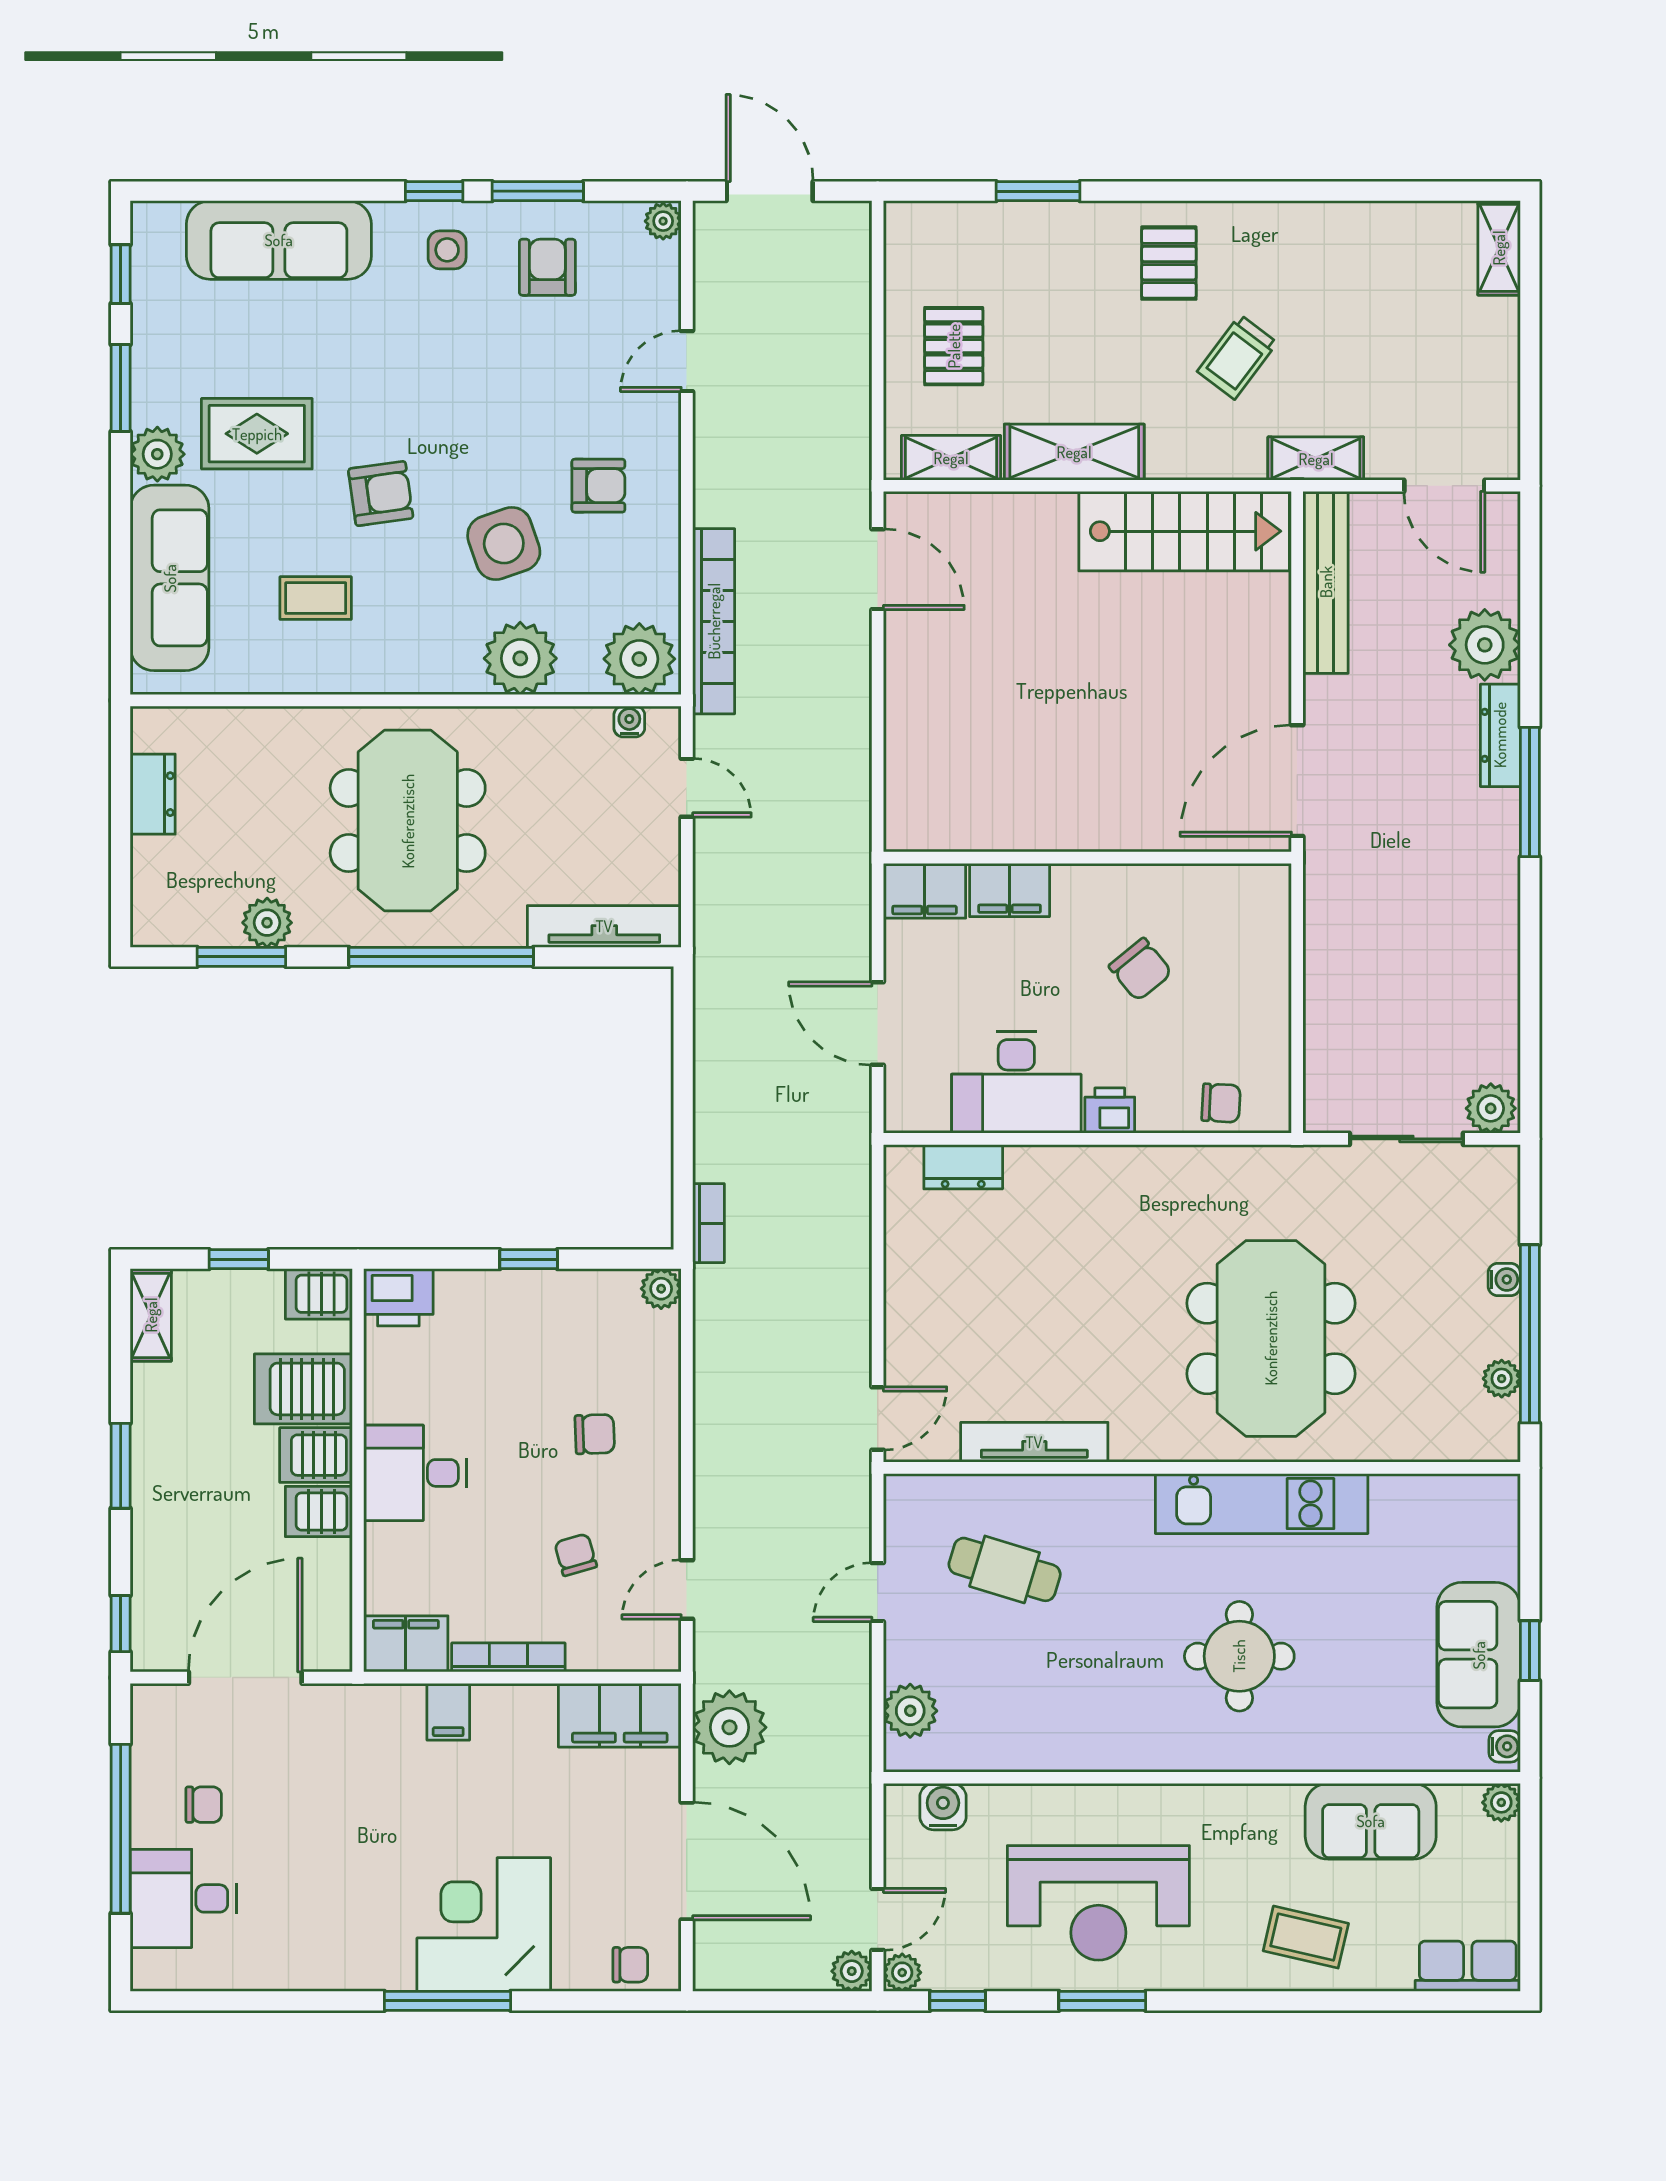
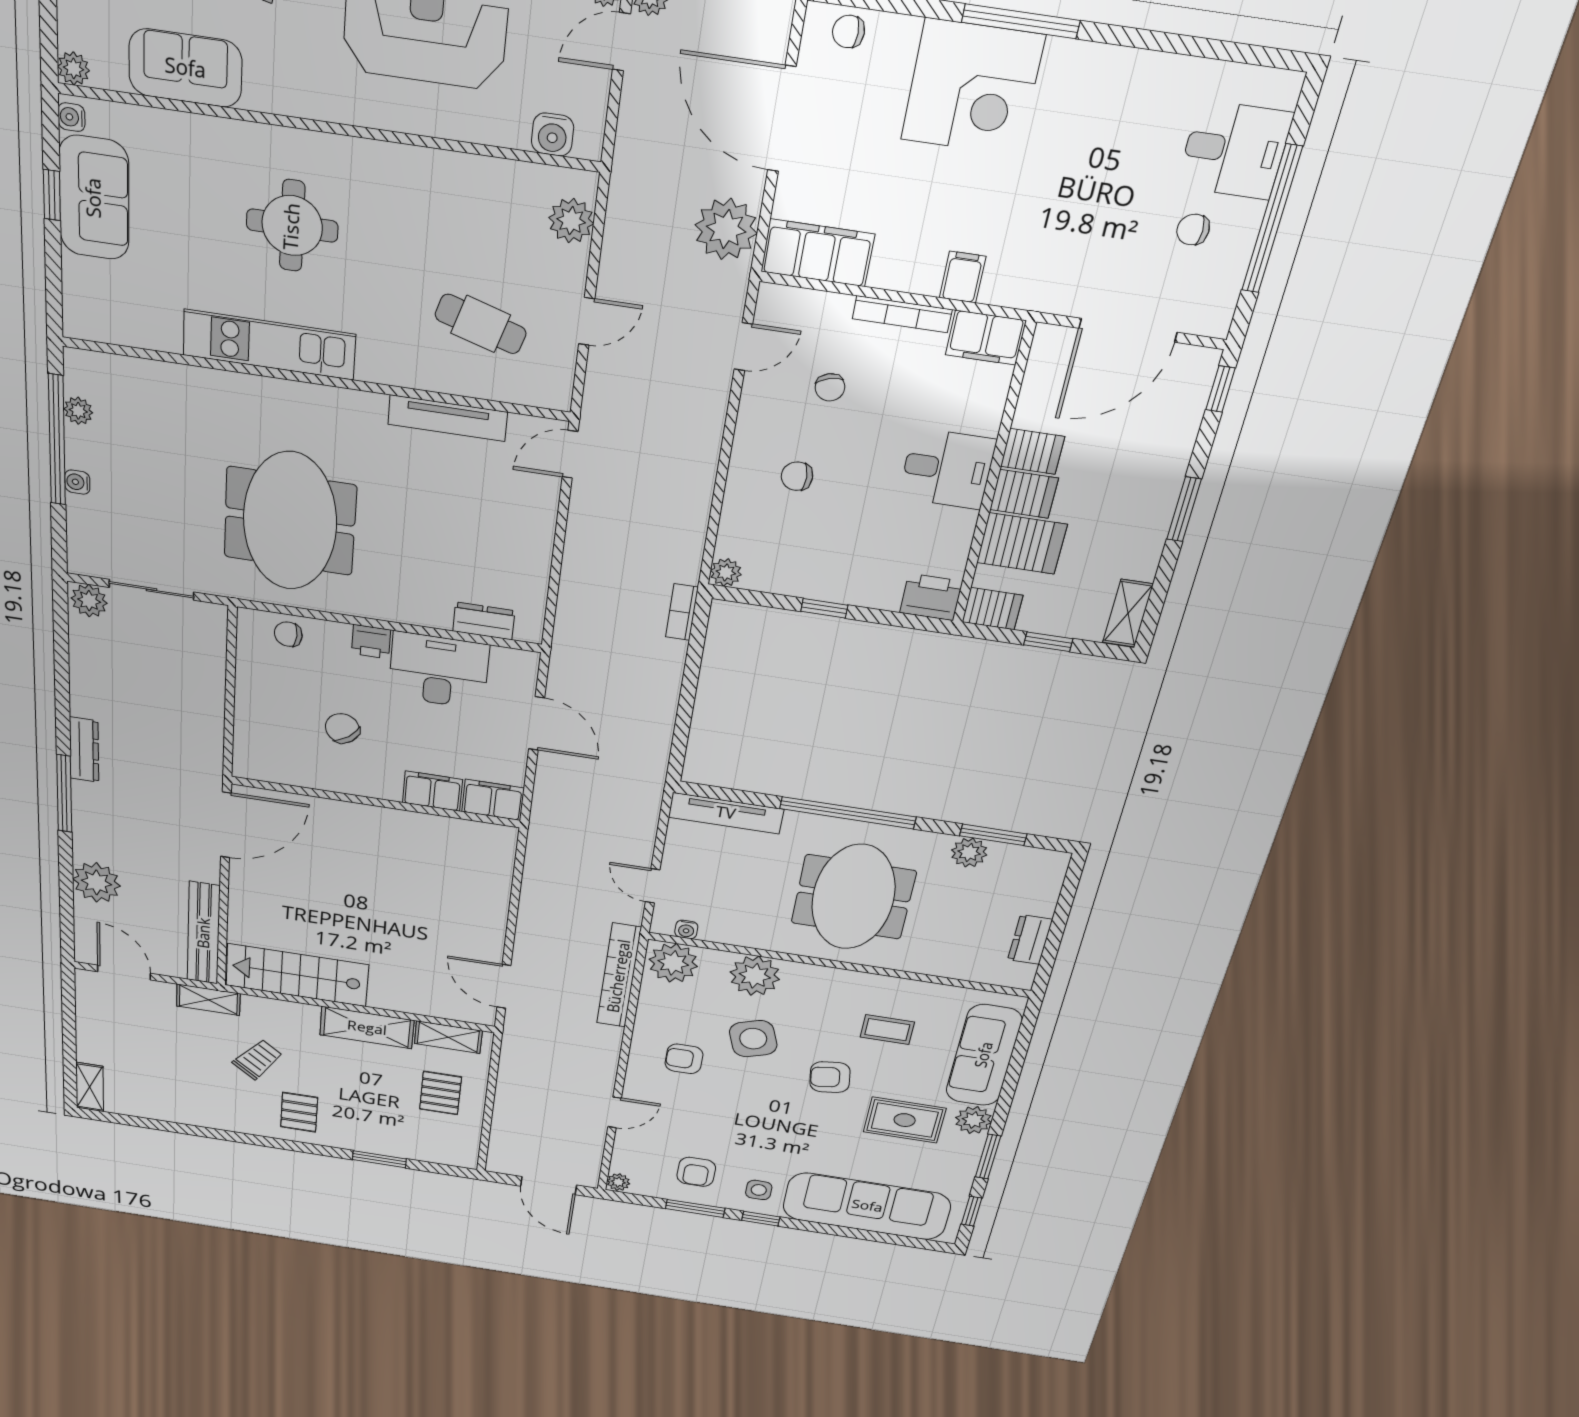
sofa: (279, 240) -> (867, 1206), width x1.36, depth x1.27
dresser: (1500, 735) -> (84, 750), moved
meeting table: (1271, 1338) -> (290, 521), moved

